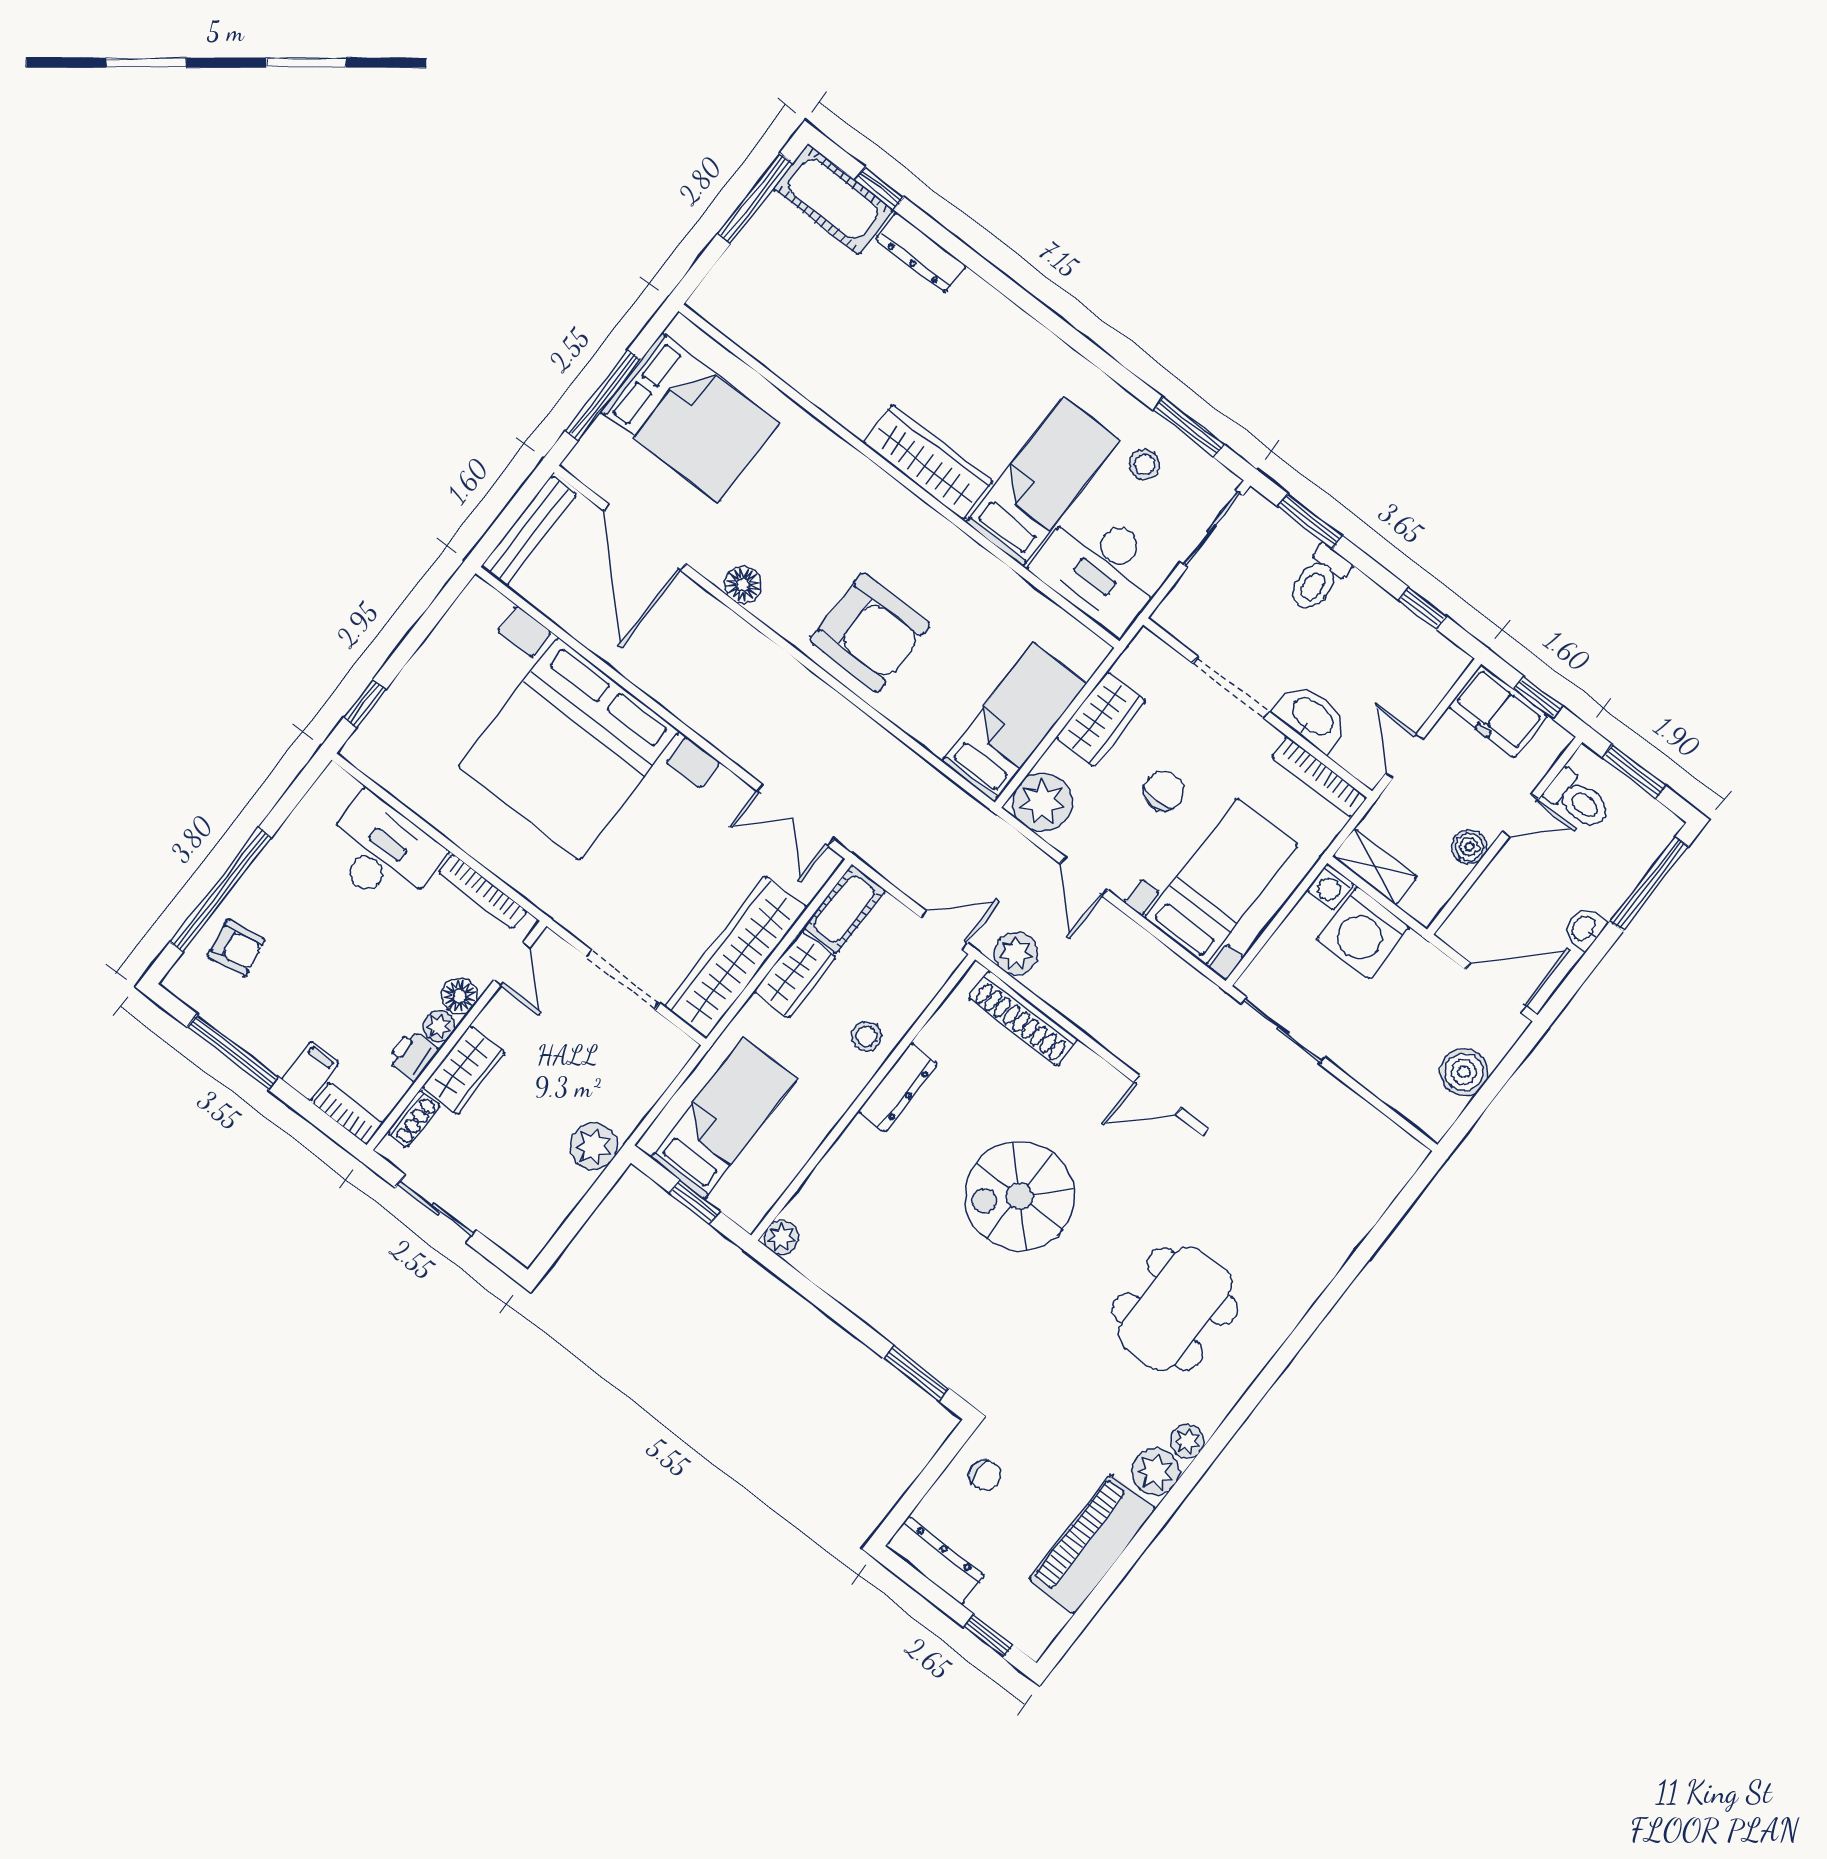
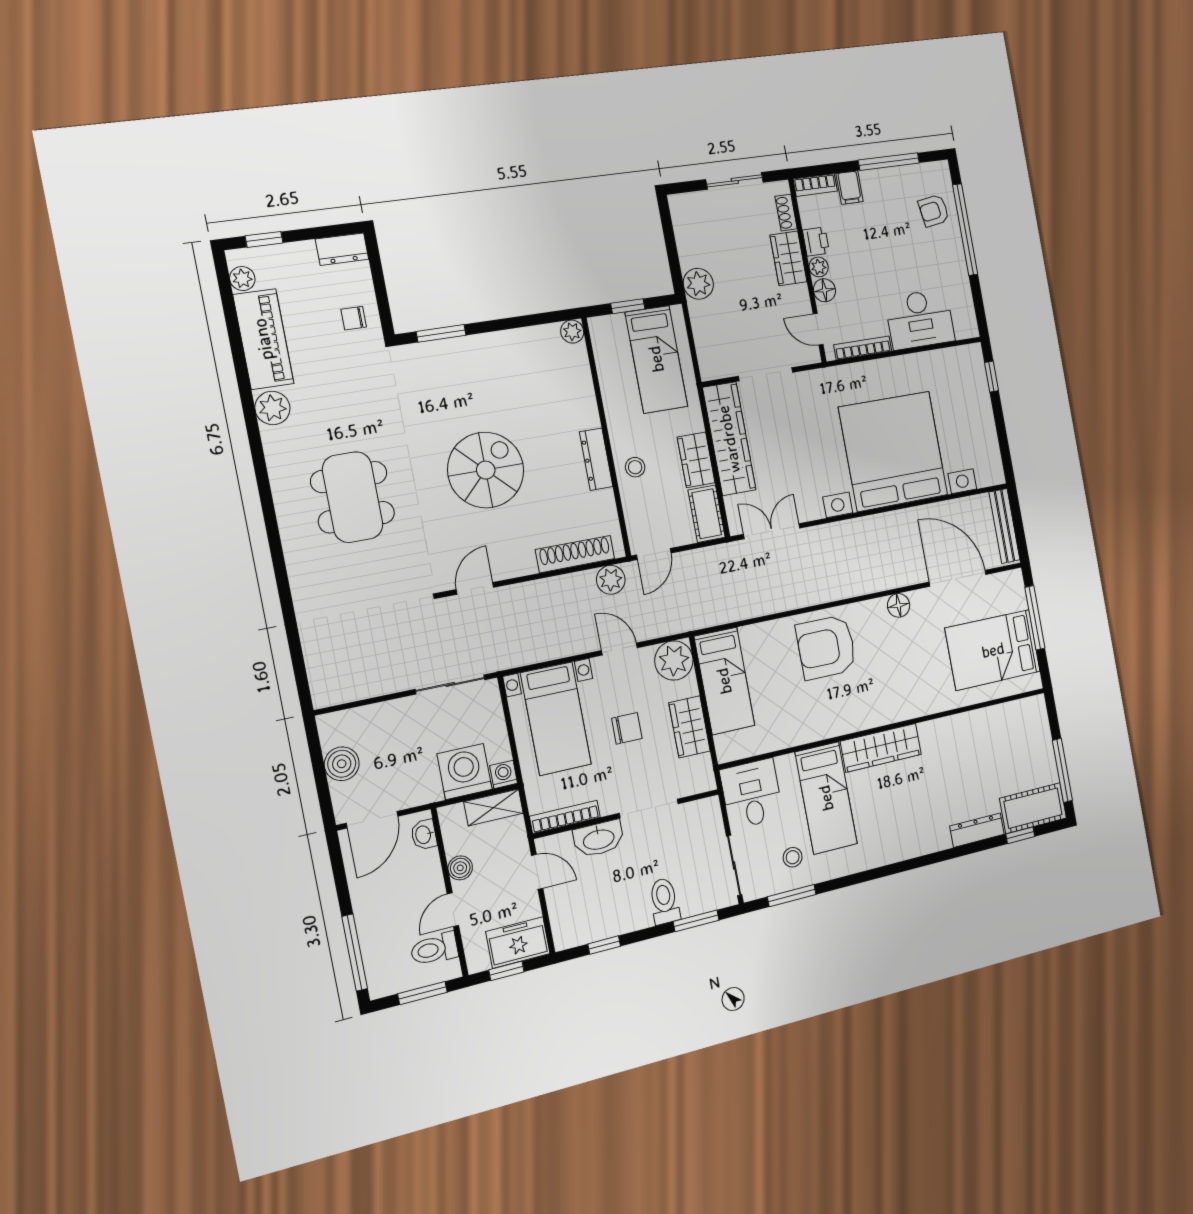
desk: (1101, 568) -> (752, 794), width x0.73
chair: (1164, 791) -> (627, 728), turned -90
washbasin: (1584, 929) -> (424, 835), moved, turned 180
plant: (1187, 1441) -> (242, 279), moved
dresser: (935, 1561) -> (342, 249), width x0.70

